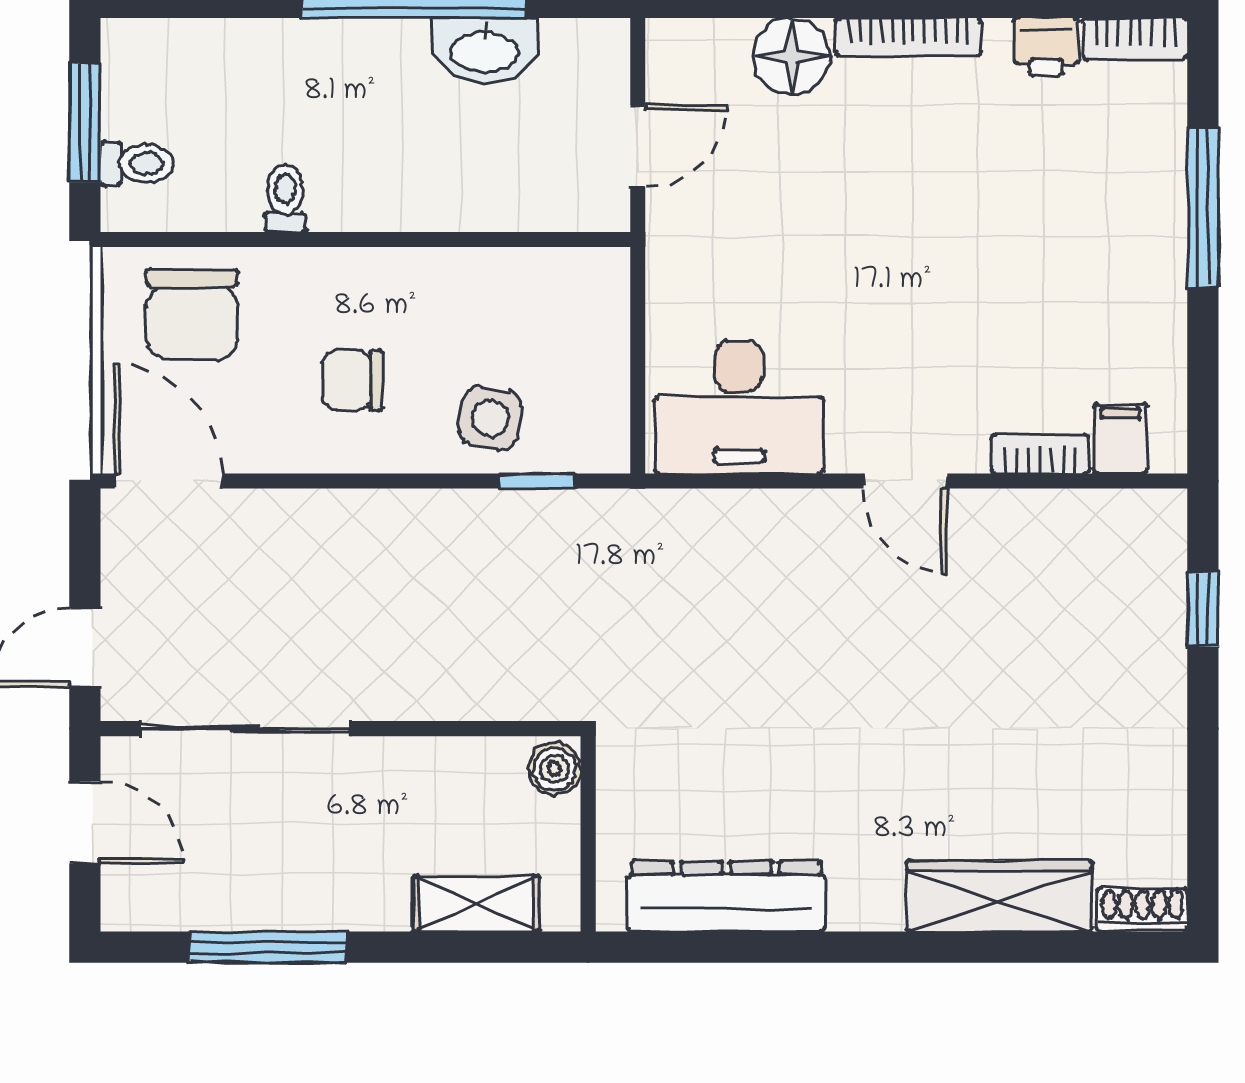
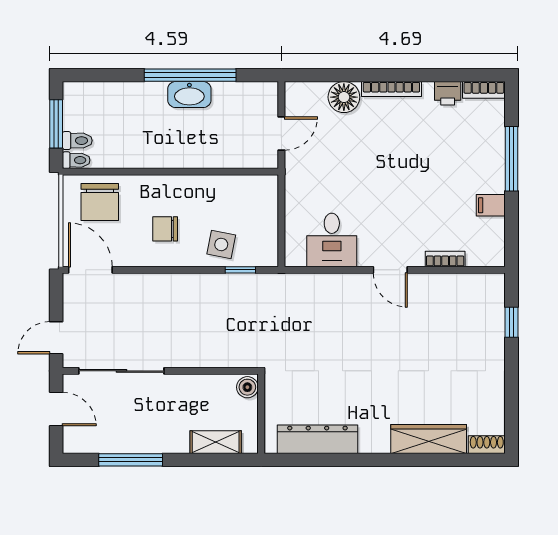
washbasin: (485, 50) -> (189, 95), moved
toilet: (285, 198) -> (76, 160), moved, turned 90
desk: (739, 407) -> (332, 240), width x0.73
filing cabinet: (1120, 438) -> (491, 205), moved, turned -90

